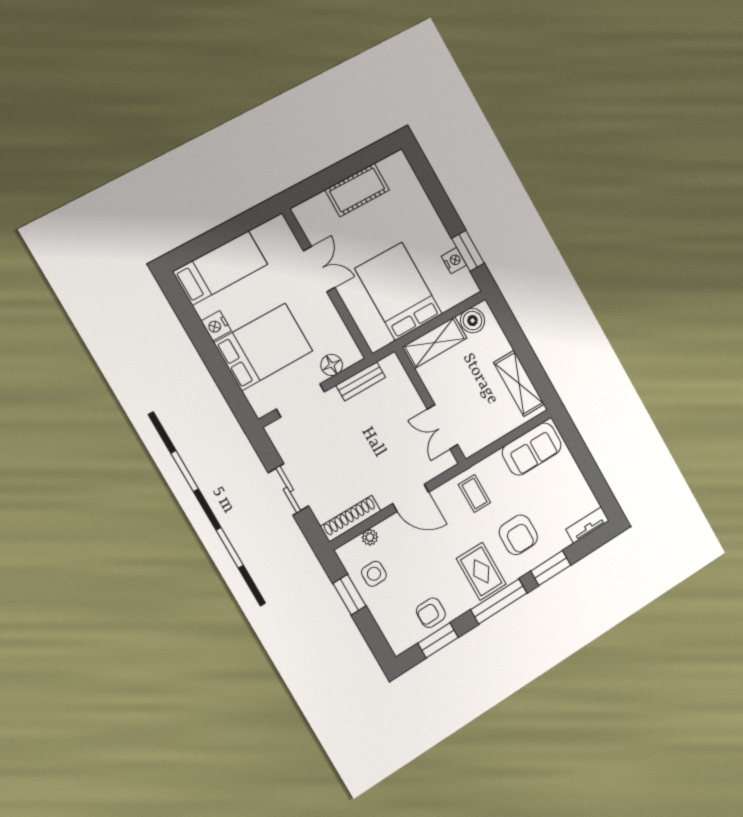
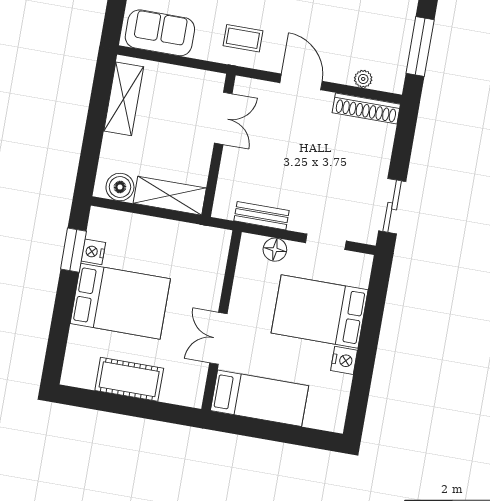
bed: (220, 268) -> (260, 398), moved, turned 180
bed: (399, 291) -> (120, 301), moved, turned -90
doorway: (300, 400) -> (326, 242), width x0.73
sliding door: (288, 489) -> (392, 206), moved
coffee table: (474, 494) -> (243, 38), turned 90
side table: (374, 574) -> (385, 46), removed
window: (349, 595) -> (420, 46), width x1.44

